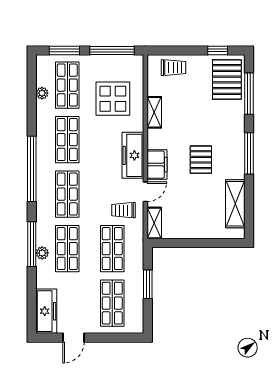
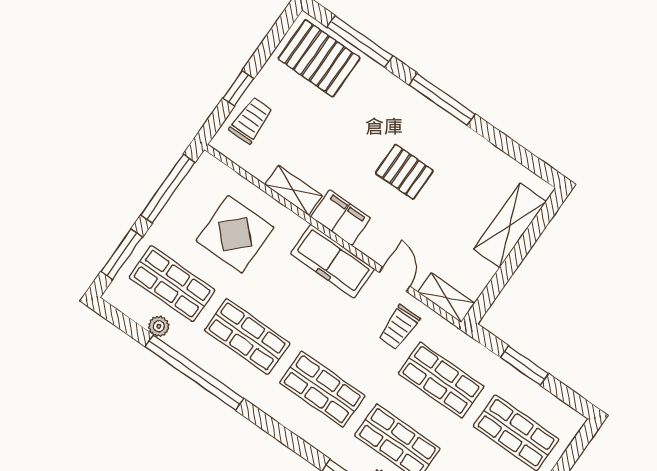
window: (218, 51) -> (238, 88), moved
filing cabinet: (157, 165) -> (341, 218), moved
window: (32, 169) -> (194, 373), moved
shelving: (235, 204) -> (510, 225), moved, turned 90

